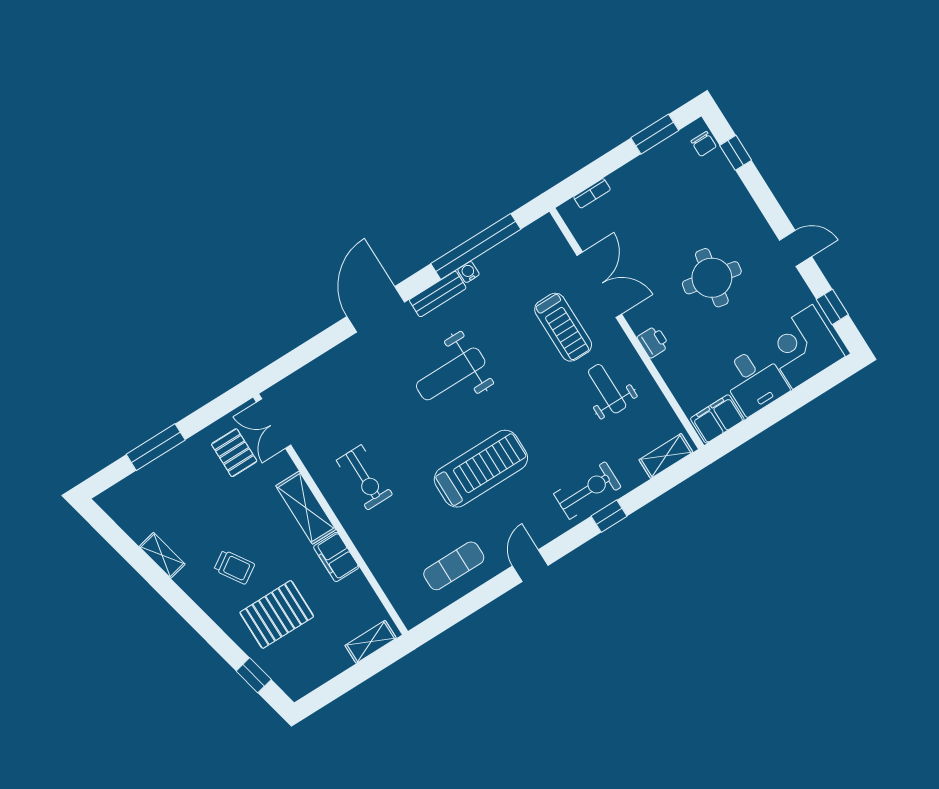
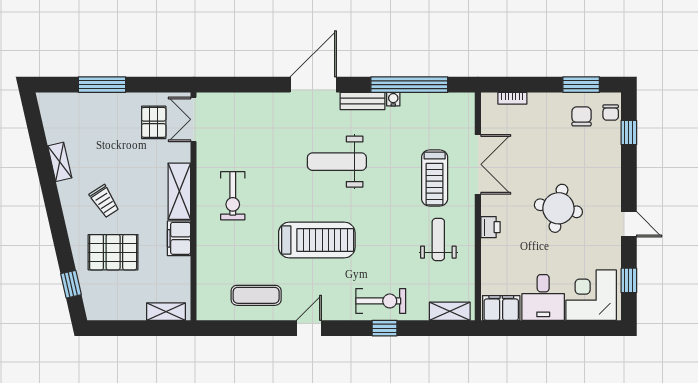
chair: (676, 167) -> (582, 116), added

